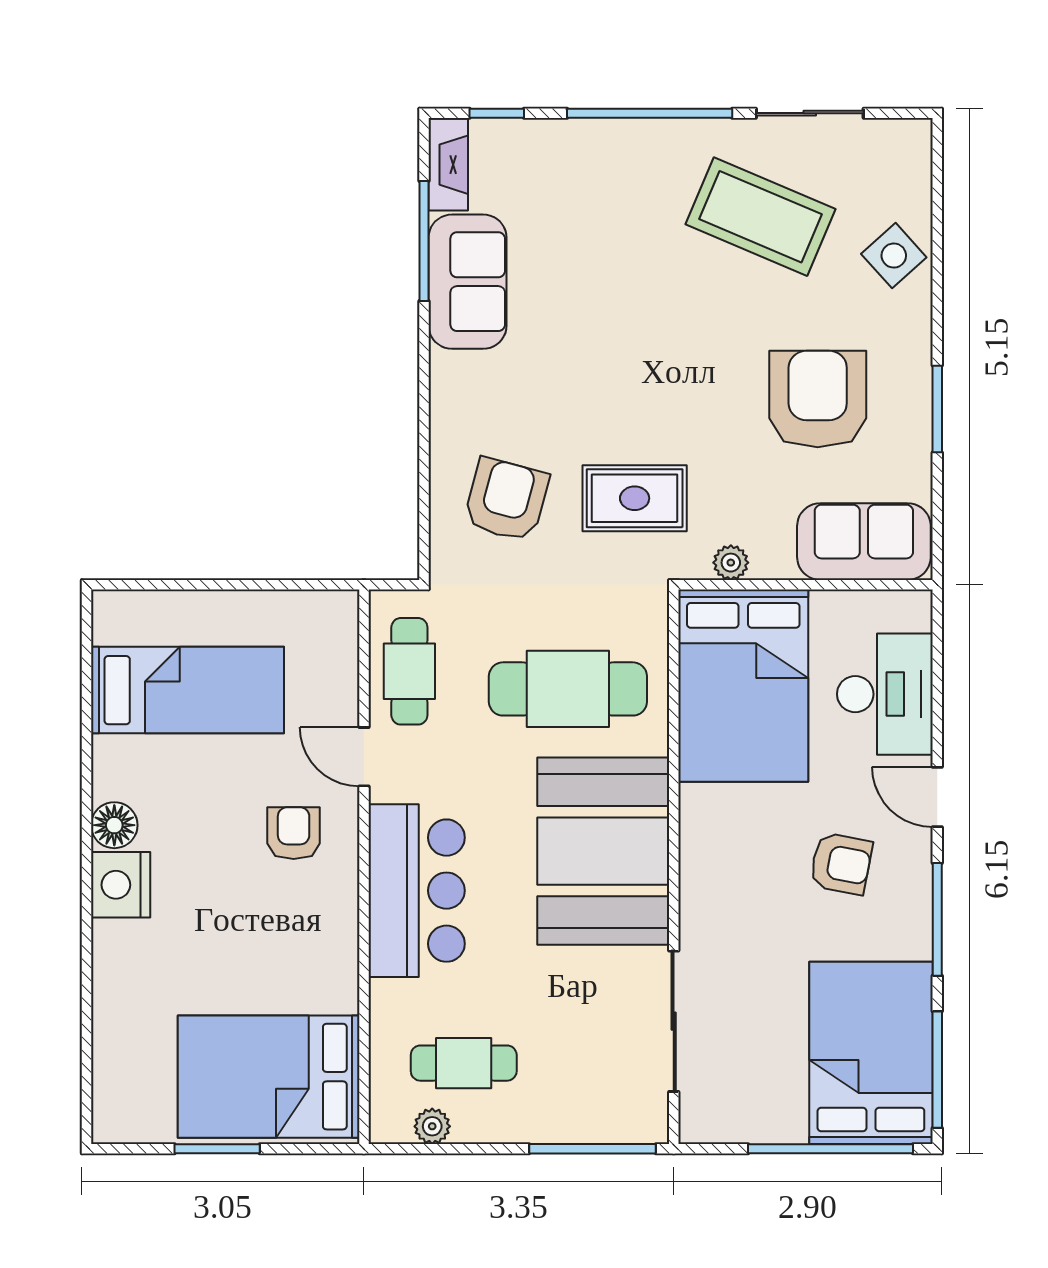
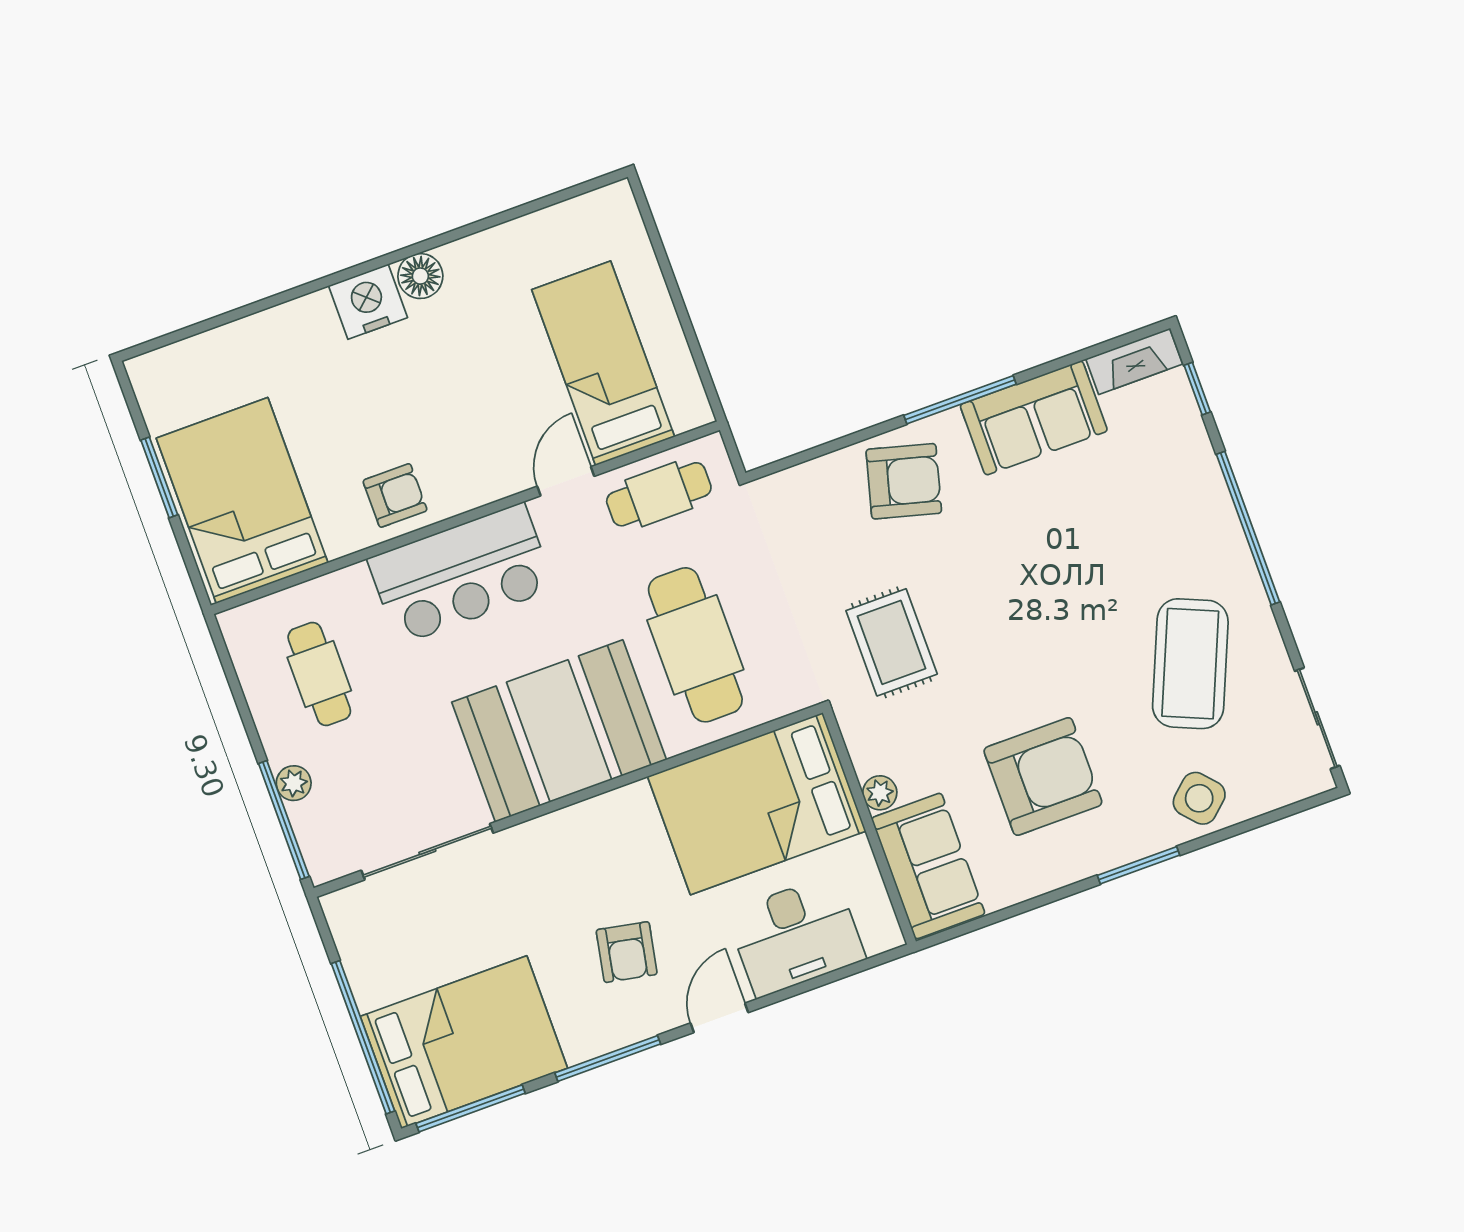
sliding door: (810, 113) -> (1317, 718), moved
window: (424, 241) -> (960, 400), moved
window: (937, 409) -> (1138, 865), moved
armchair: (506, 500) -> (904, 481), moved
plant: (731, 563) -> (880, 793), moved
bed: (188, 690) -> (603, 363), moved, turned 180
armchair: (294, 833) -> (395, 495), moved
plant: (432, 1126) -> (294, 783), moved

